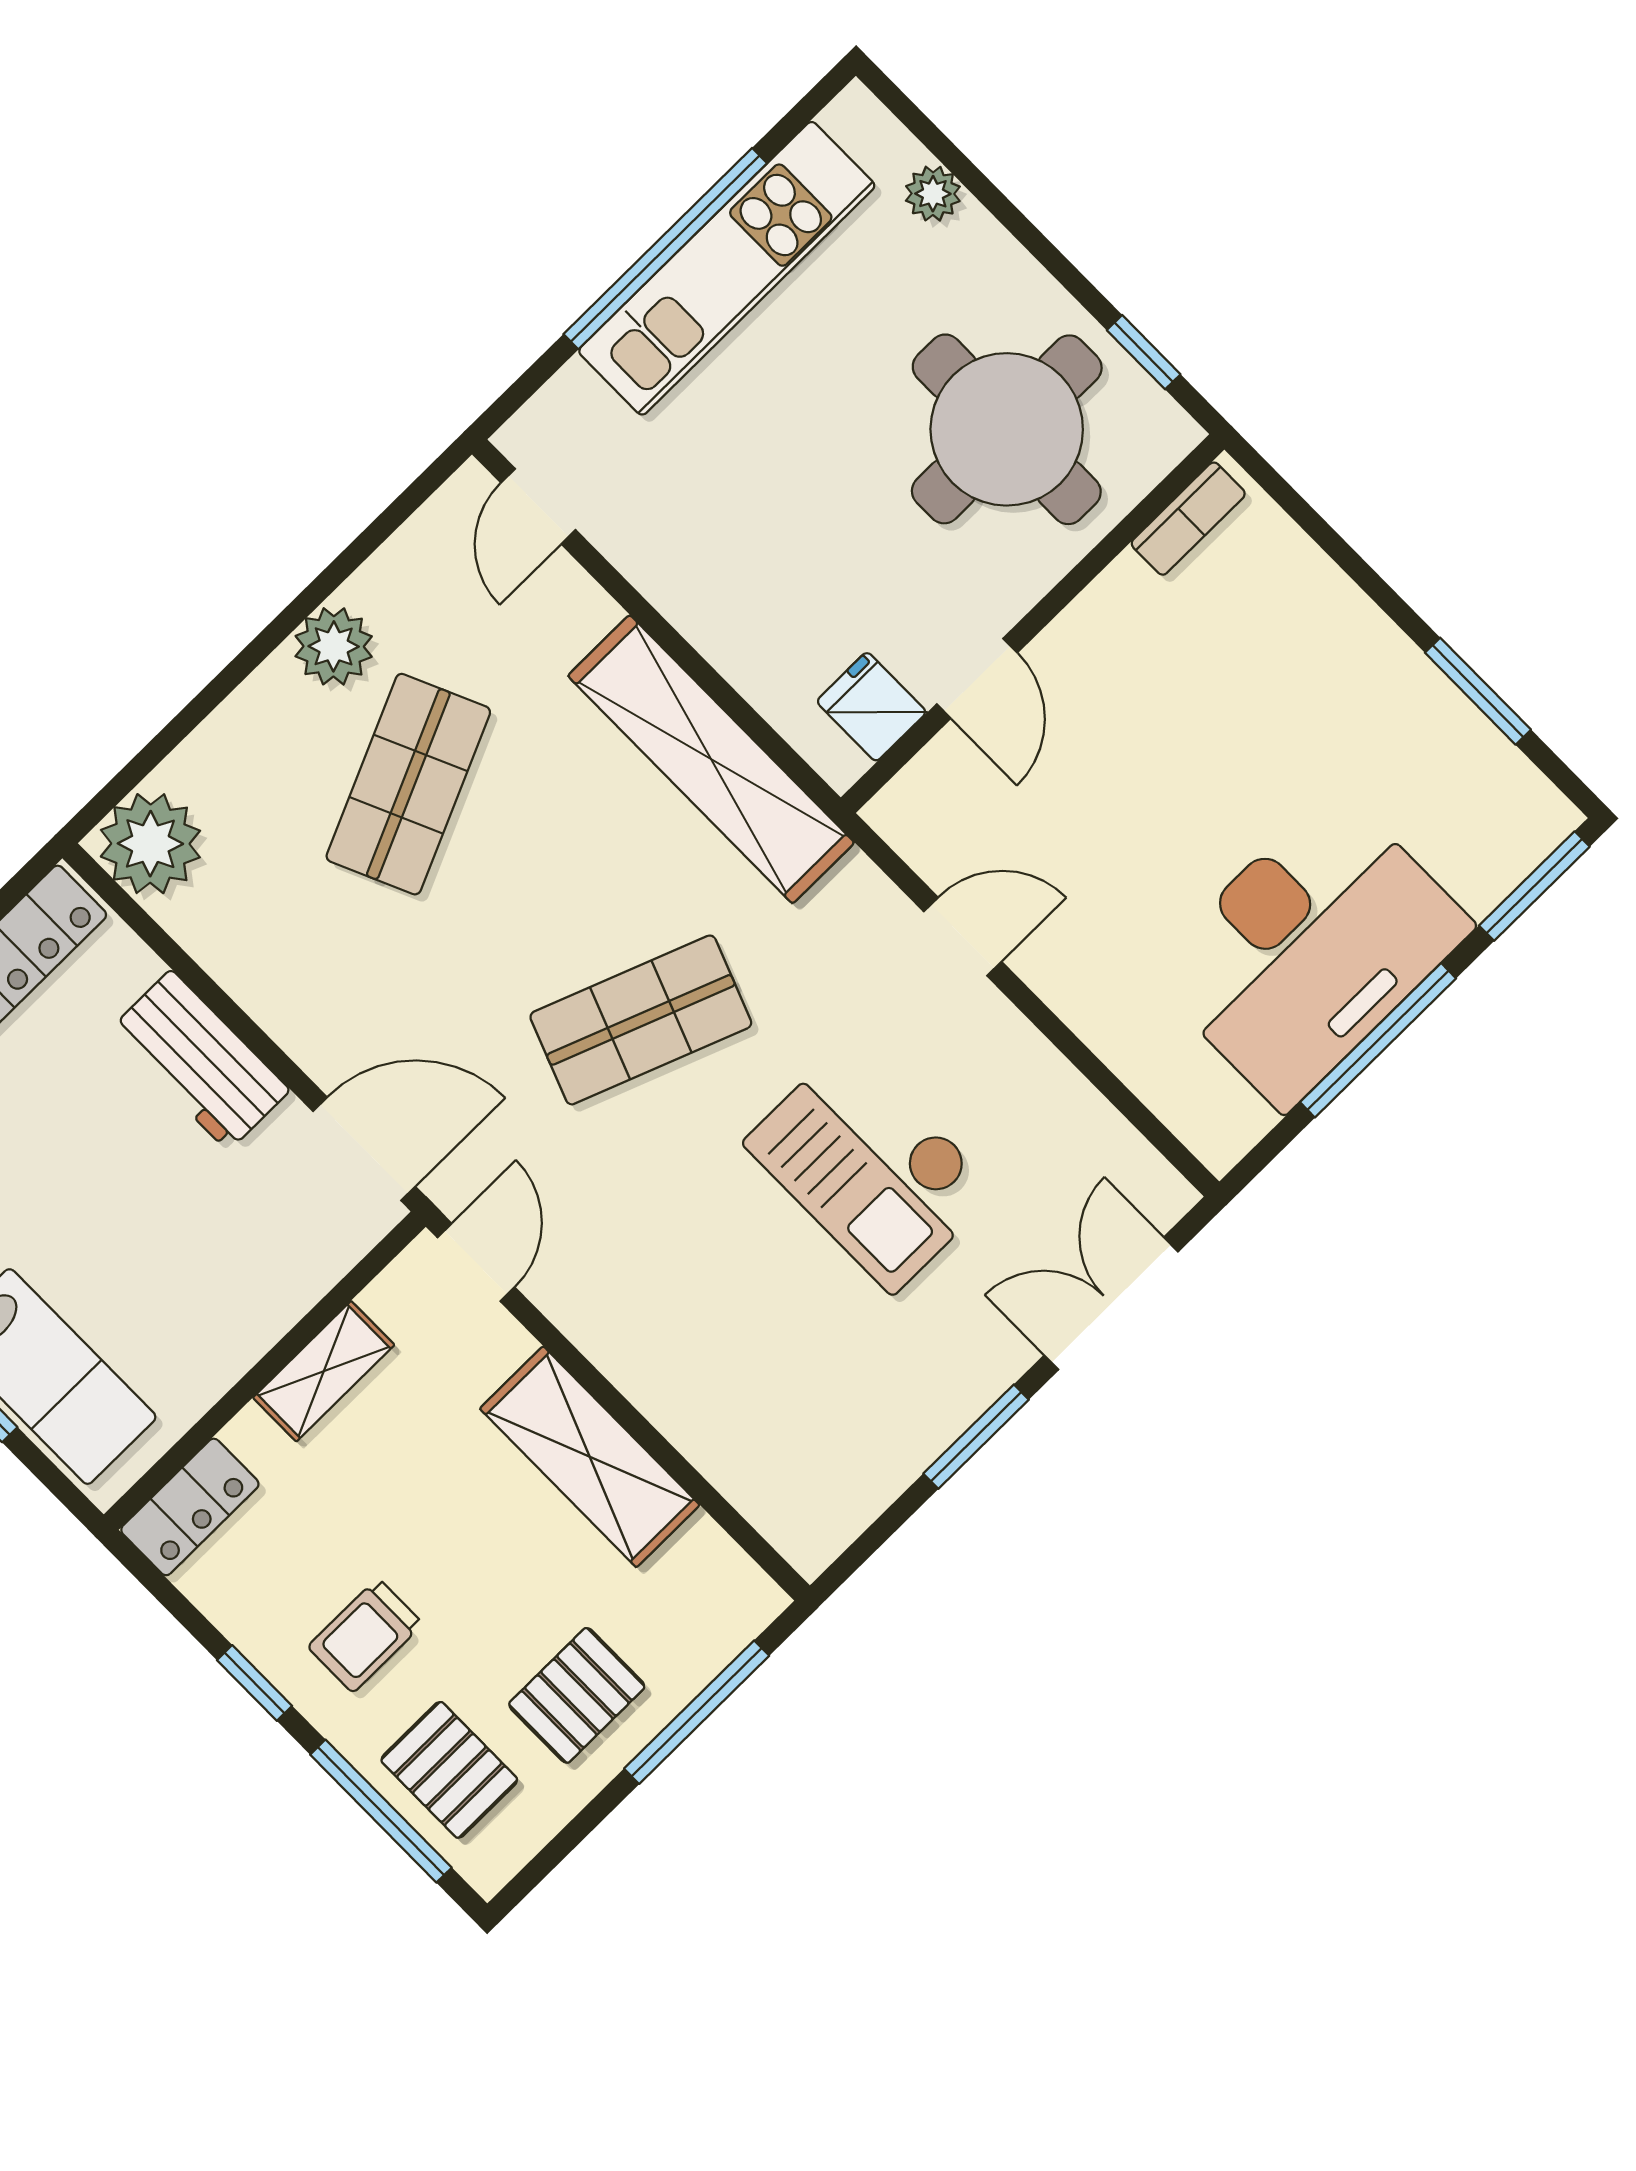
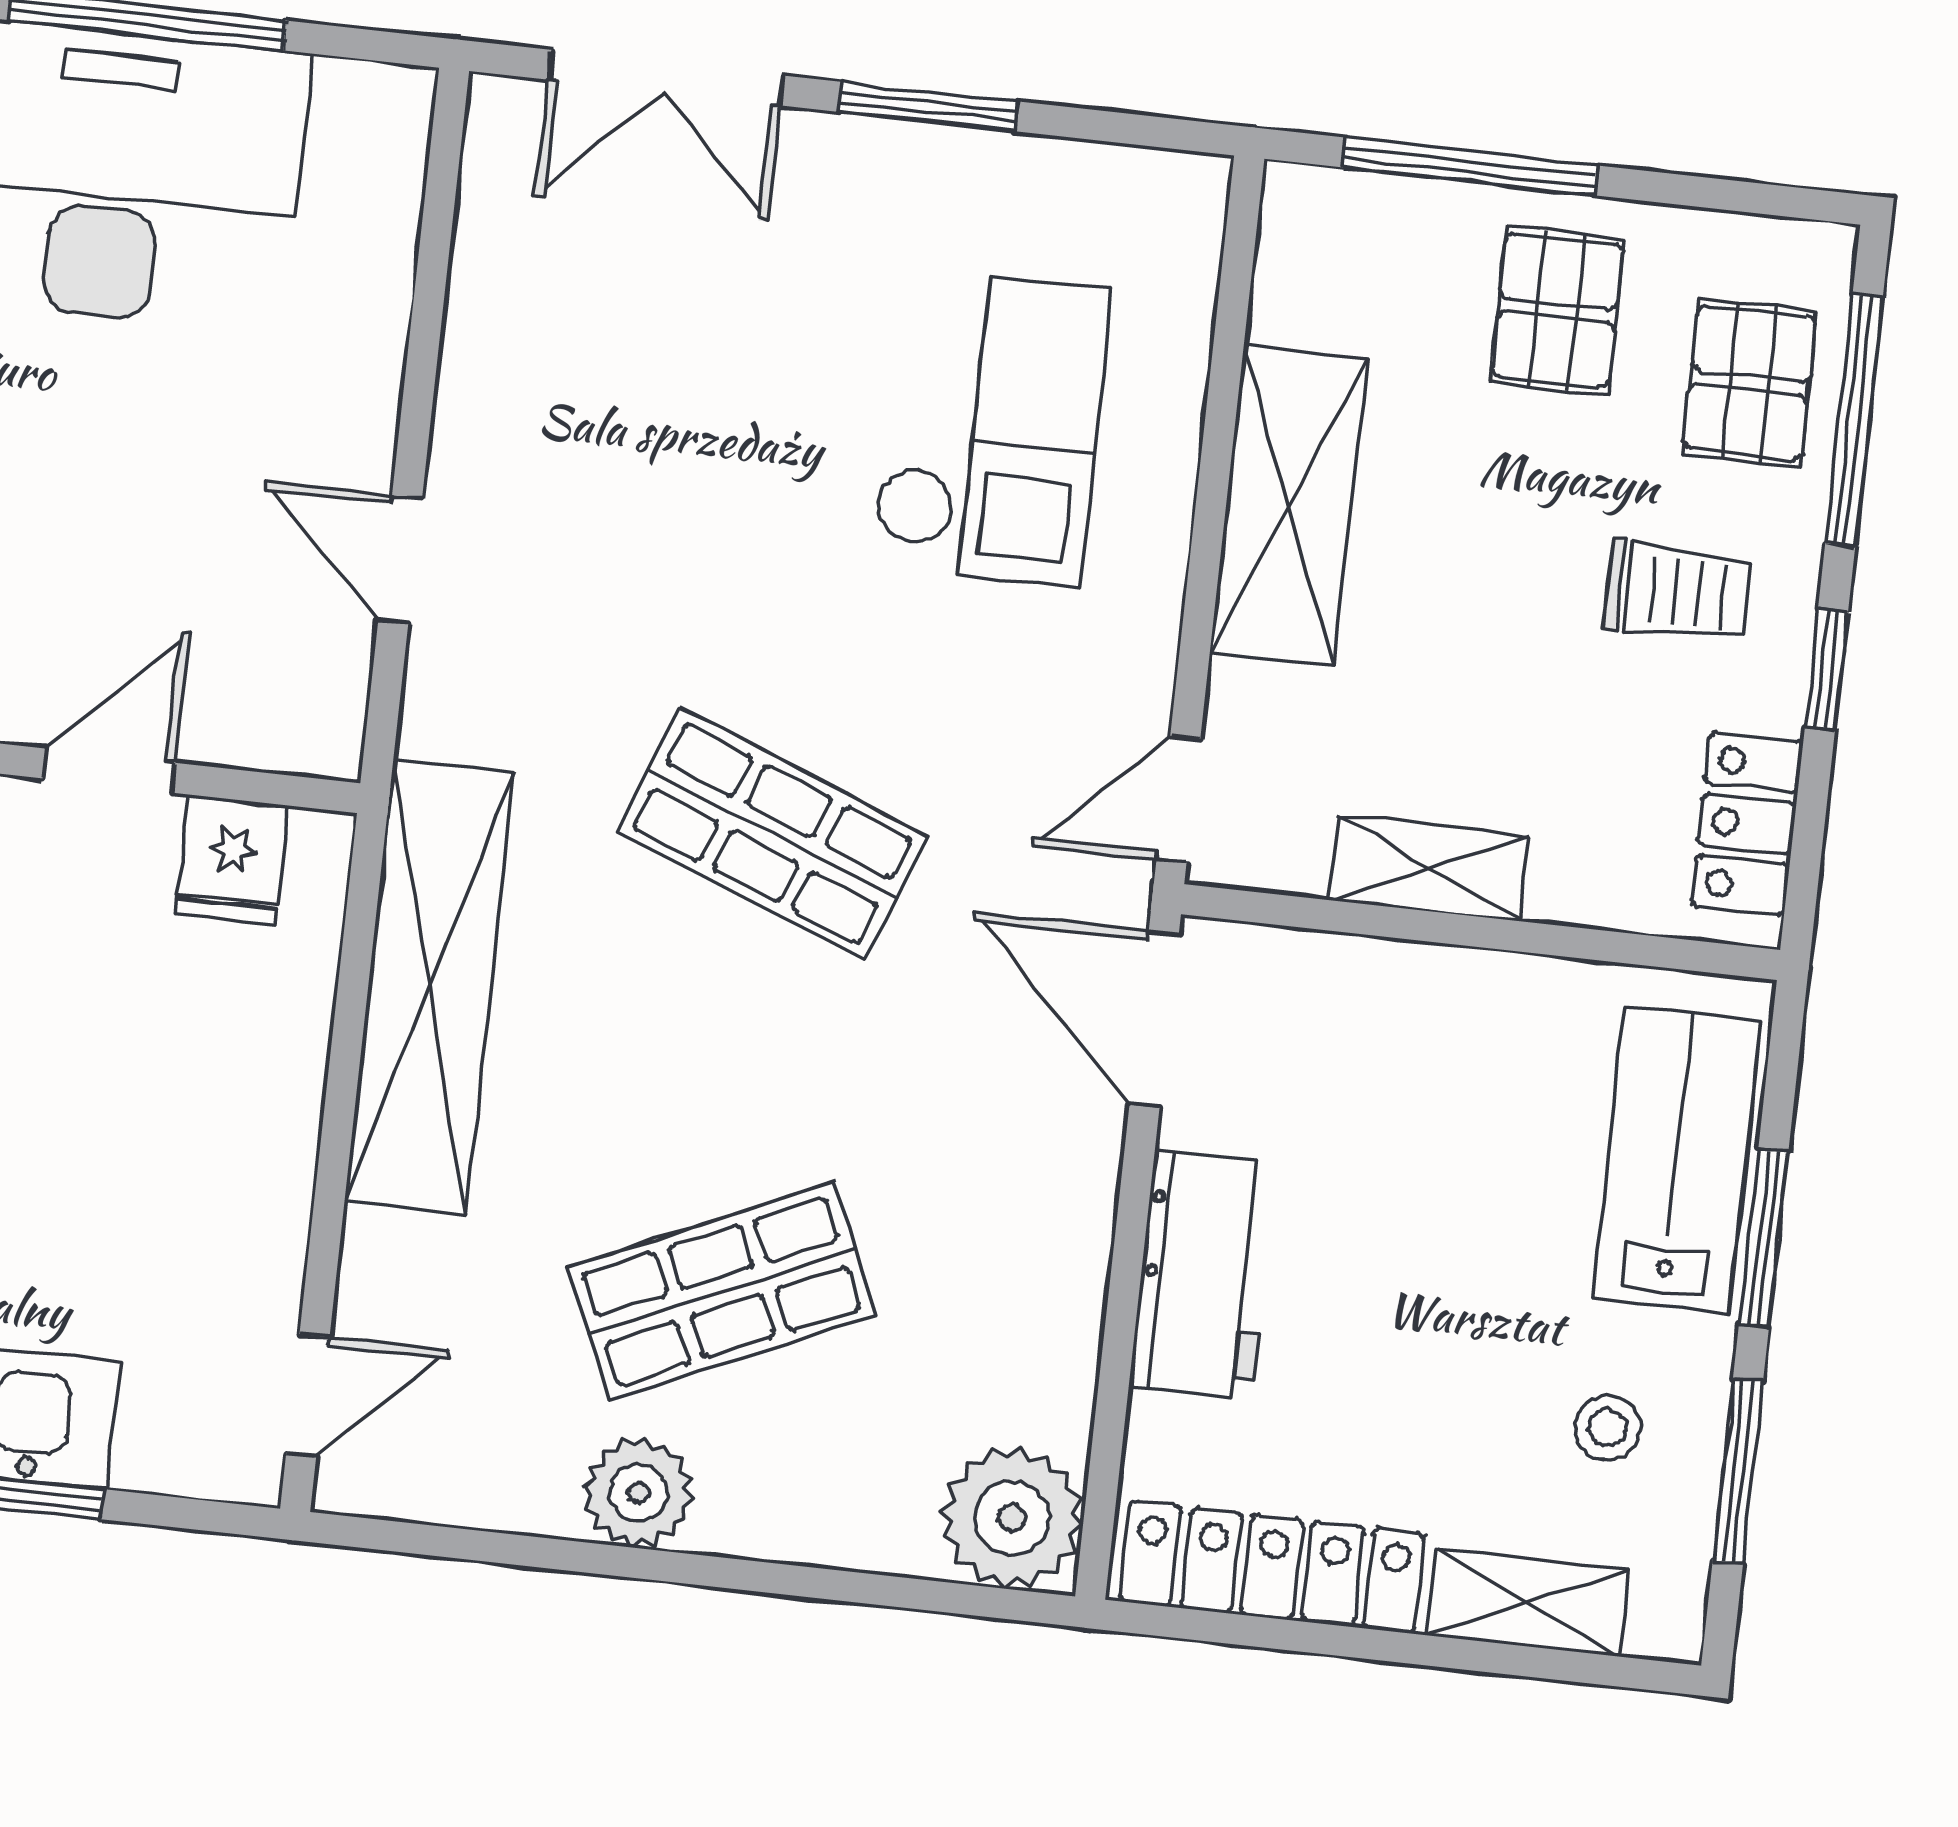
checkout: (871, 1167) -> (991, 427), moved
locker: (190, 1507) -> (1747, 824), moved, turned -90
pallet: (577, 1695) -> (1557, 310), turned 90

